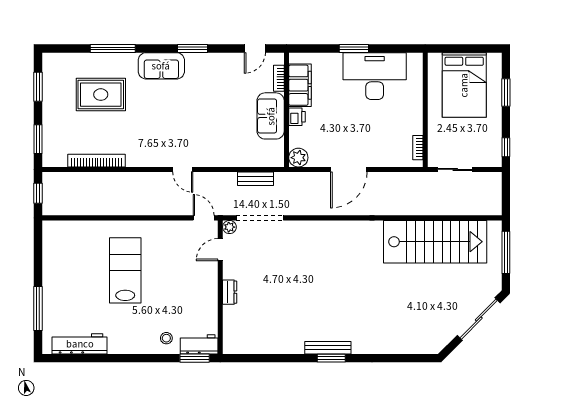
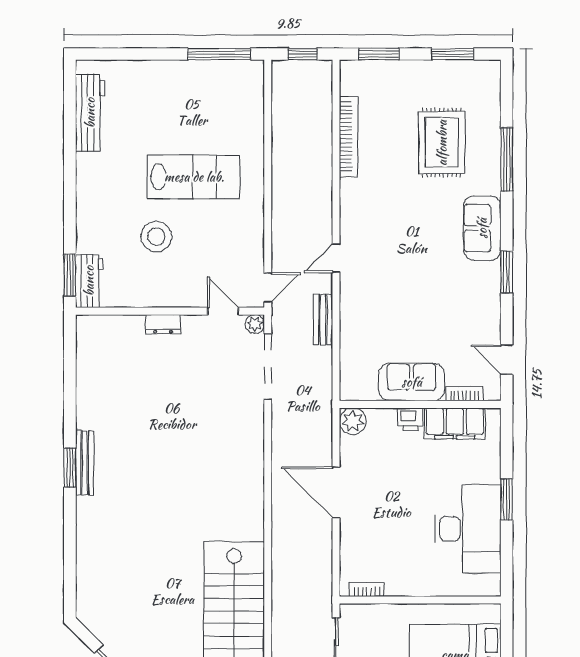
bench: (256, 179) -> (323, 319), moved
window: (38, 309) -> (219, 54), moved
stool: (166, 338) -> (156, 236), moved, width x1.89, depth x1.89

